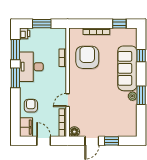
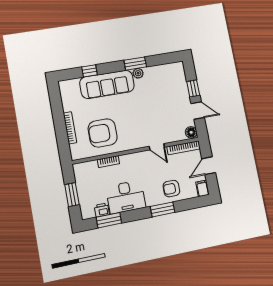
window: (119, 24) -> (56, 102), removed
printer: (25, 33) -> (102, 210), moved
window: (15, 78) -> (162, 209), moved
filing cabinet: (26, 127) -> (202, 188), width x0.50

